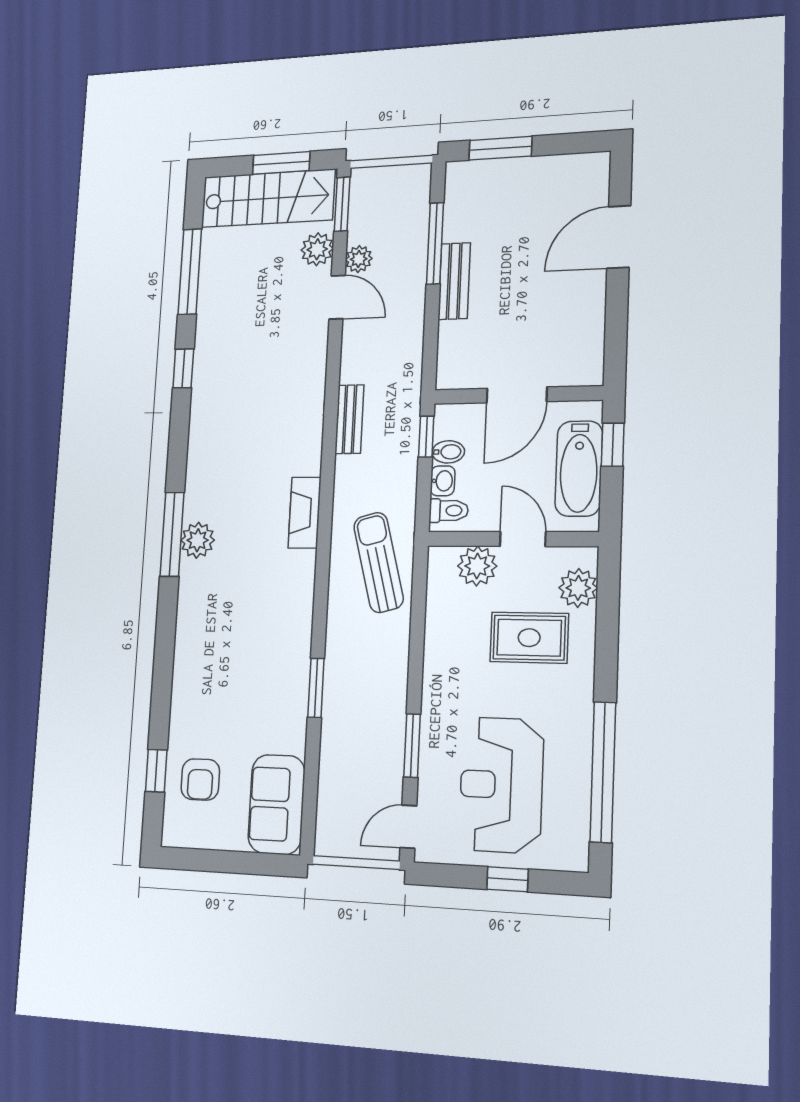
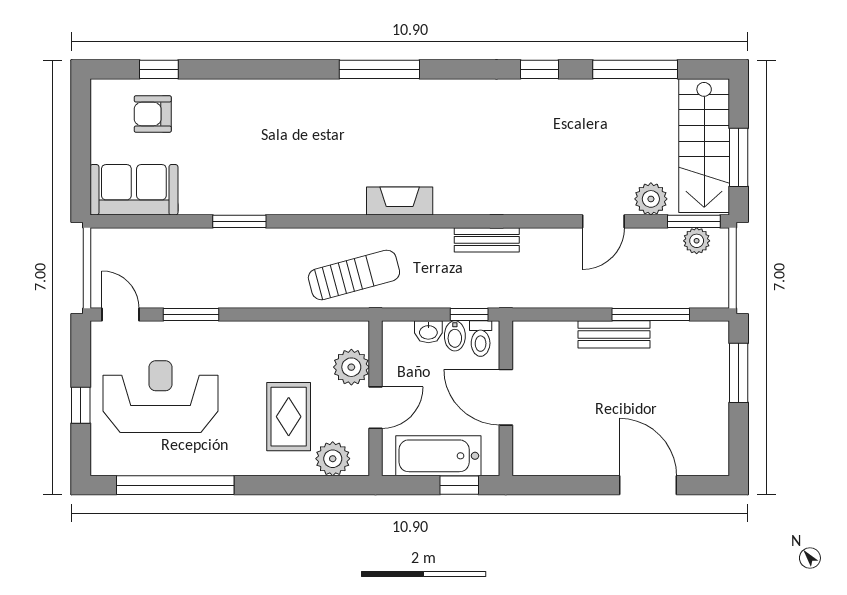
plant: (359, 259) -> (697, 241), moved
toilet: (449, 511) -> (481, 339), moved
plant: (198, 540) -> (374, 96), removed

